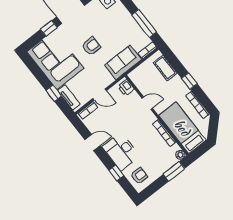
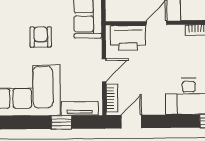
printer: (126, 88) -> (128, 38), width x1.87, depth x1.48
door: (93, 143) -> (131, 122), moved

